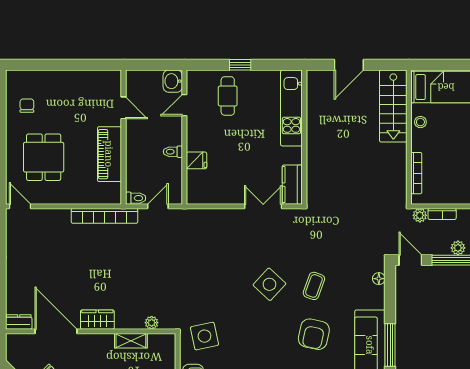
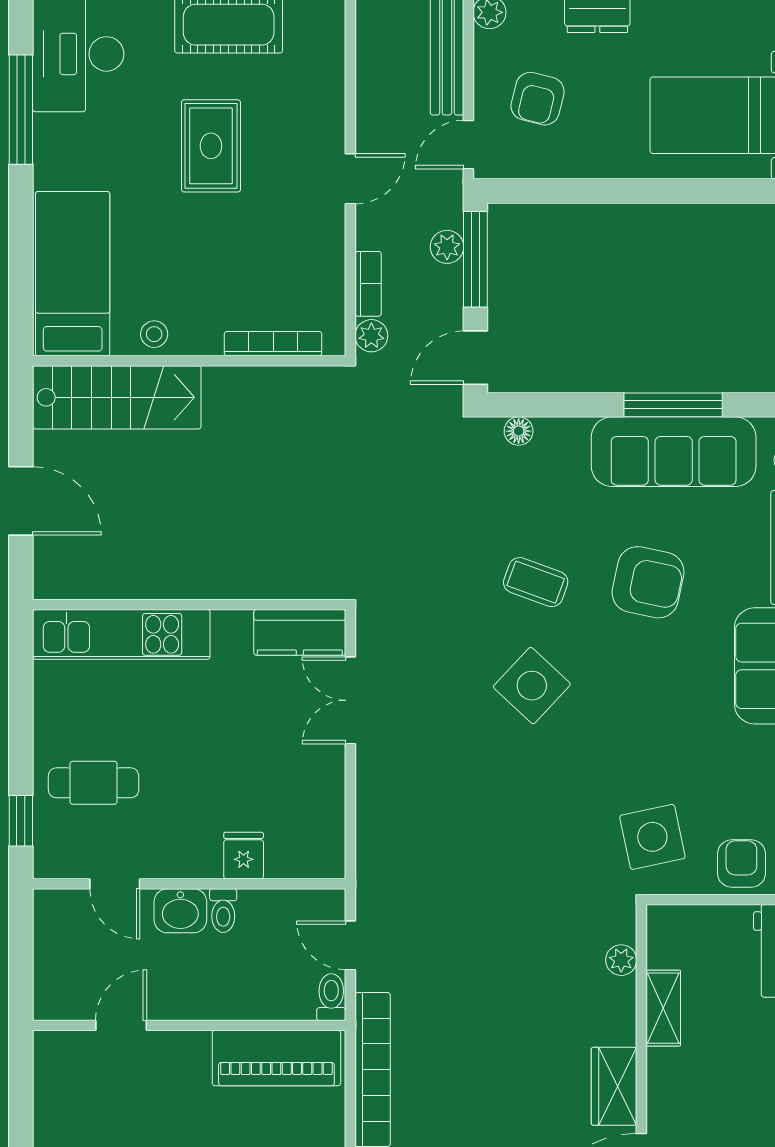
window: (240, 65) -> (21, 821), moved
washbasin: (173, 81) -> (180, 911), moved
piano: (109, 154) -> (276, 1058), moved

